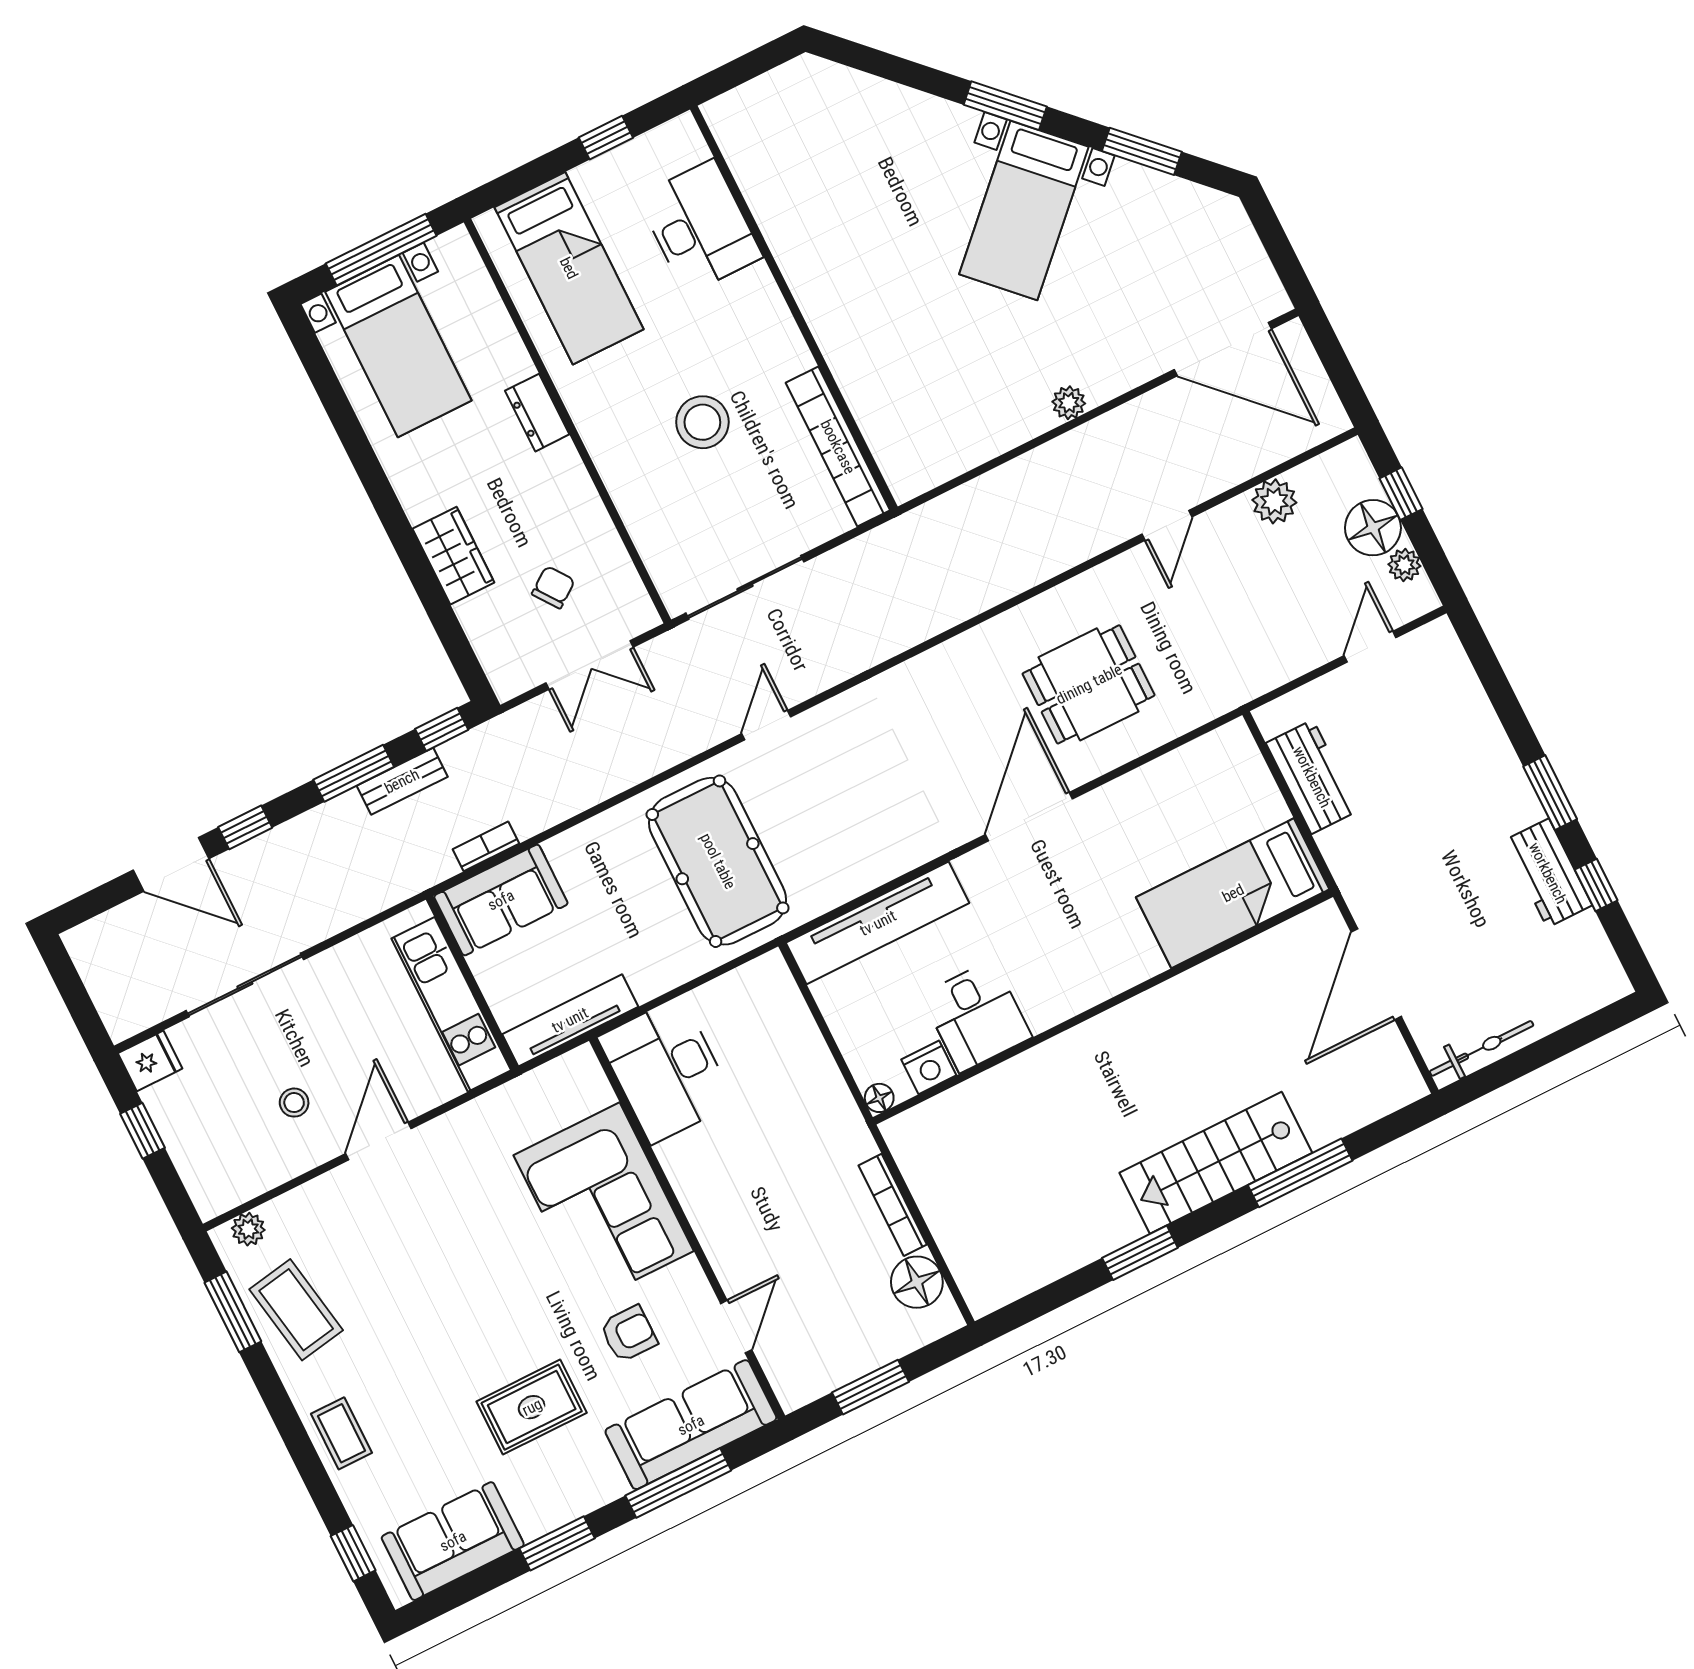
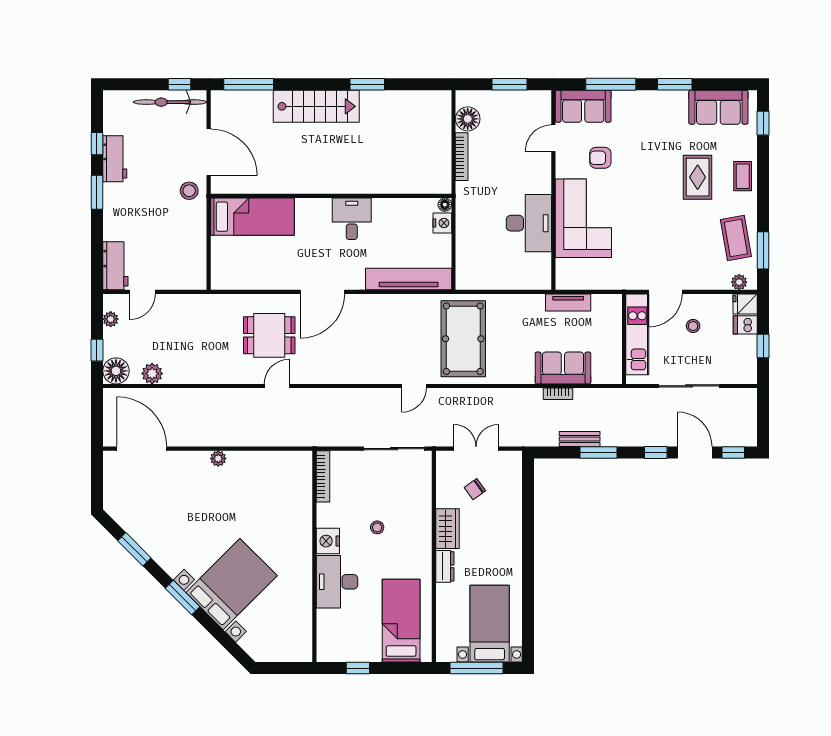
bed with nightstands: (1024, 211) -> (232, 584), moved, width x1.36
desk: (700, 227) -> (337, 582), moved
nightstand: (783, 350) -> (328, 541), added
stool: (702, 422) -> (377, 527), width x0.53, depth x0.53
bookcase: (838, 447) -> (323, 476), width x0.68, depth x0.76
door: (1167, 525) -> (277, 386), moved
floor lamp: (1373, 528) -> (116, 371), moved
wardrobe: (453, 556) -> (448, 529), moved, turned 180
window: (442, 729) -> (733, 453), moved
workbench: (1312, 777) -> (115, 266), moved, turned 180
stool: (1377, 883) -> (189, 191), added
door: (1376, 974) -> (209, 152), hinge flipped
wall: (472, 983) -> (624, 339), moved
kitchen unit: (451, 1004) -> (637, 334), moved
desk: (976, 1016) -> (352, 219), moved
tv unit: (570, 1020) -> (568, 302), width x0.71
bicycle: (1482, 1048) -> (170, 102), width x1.37, depth x1.40
fridge: (150, 1061) -> (745, 304), moved
nightstand: (929, 1067) -> (442, 223), moved, turned 90
desk: (666, 1070) -> (529, 223), moved
window: (1496, 1075) -> (180, 84), added
dishwasher: (196, 1154) -> (745, 325), added
window: (1300, 1173) -> (249, 84), moved
rug: (532, 1407) -> (698, 177), moved, turned 90
sofa: (691, 1425) -> (583, 106), width x0.73

